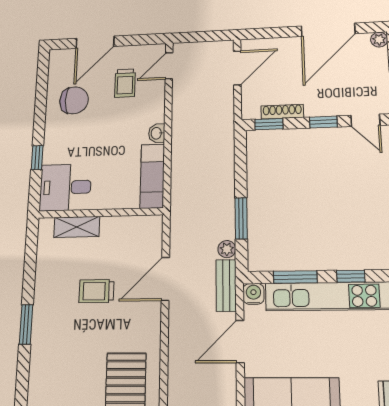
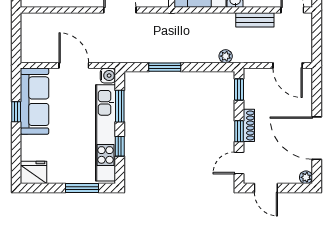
shoe rack: (282, 112) -> (249, 125), moved
plant: (227, 249) -> (226, 56), moved
bench: (226, 285) -> (255, 20), moved

